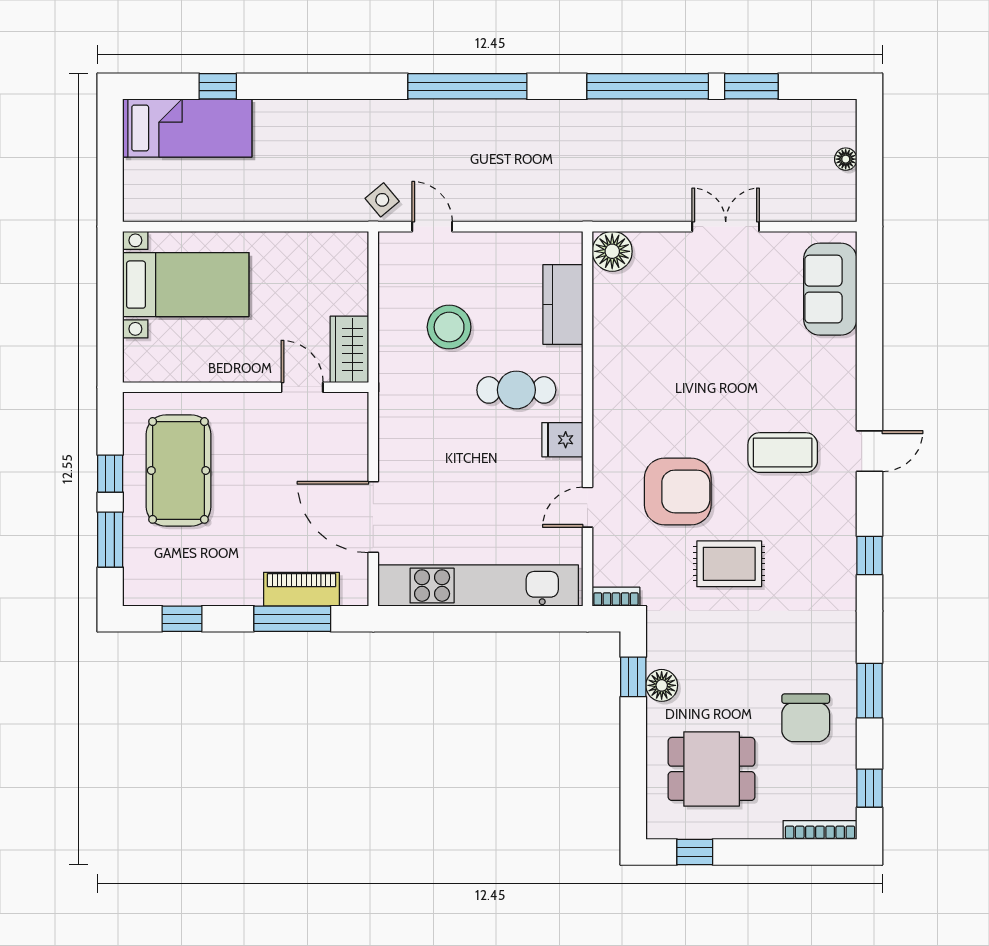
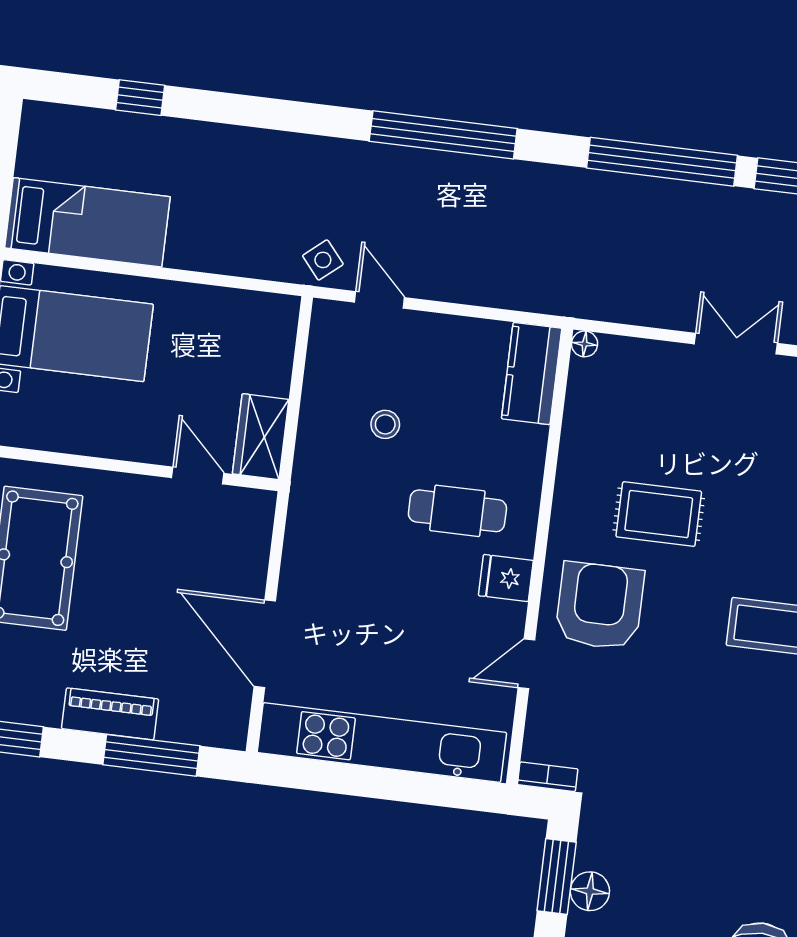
bed: (187, 128) -> (87, 222), moved
floor lamp: (612, 251) -> (585, 344), width x0.53, depth x0.53
kitchen counter: (563, 304) -> (532, 373), moved
stool: (449, 327) -> (385, 424), width x0.53, depth x0.53
armchair: (678, 491) -> (600, 606), moved, turned -90
rug: (729, 564) -> (659, 514), moved
piano: (301, 589) -> (110, 714), moved
window: (633, 677) -> (557, 877), width x1.50

